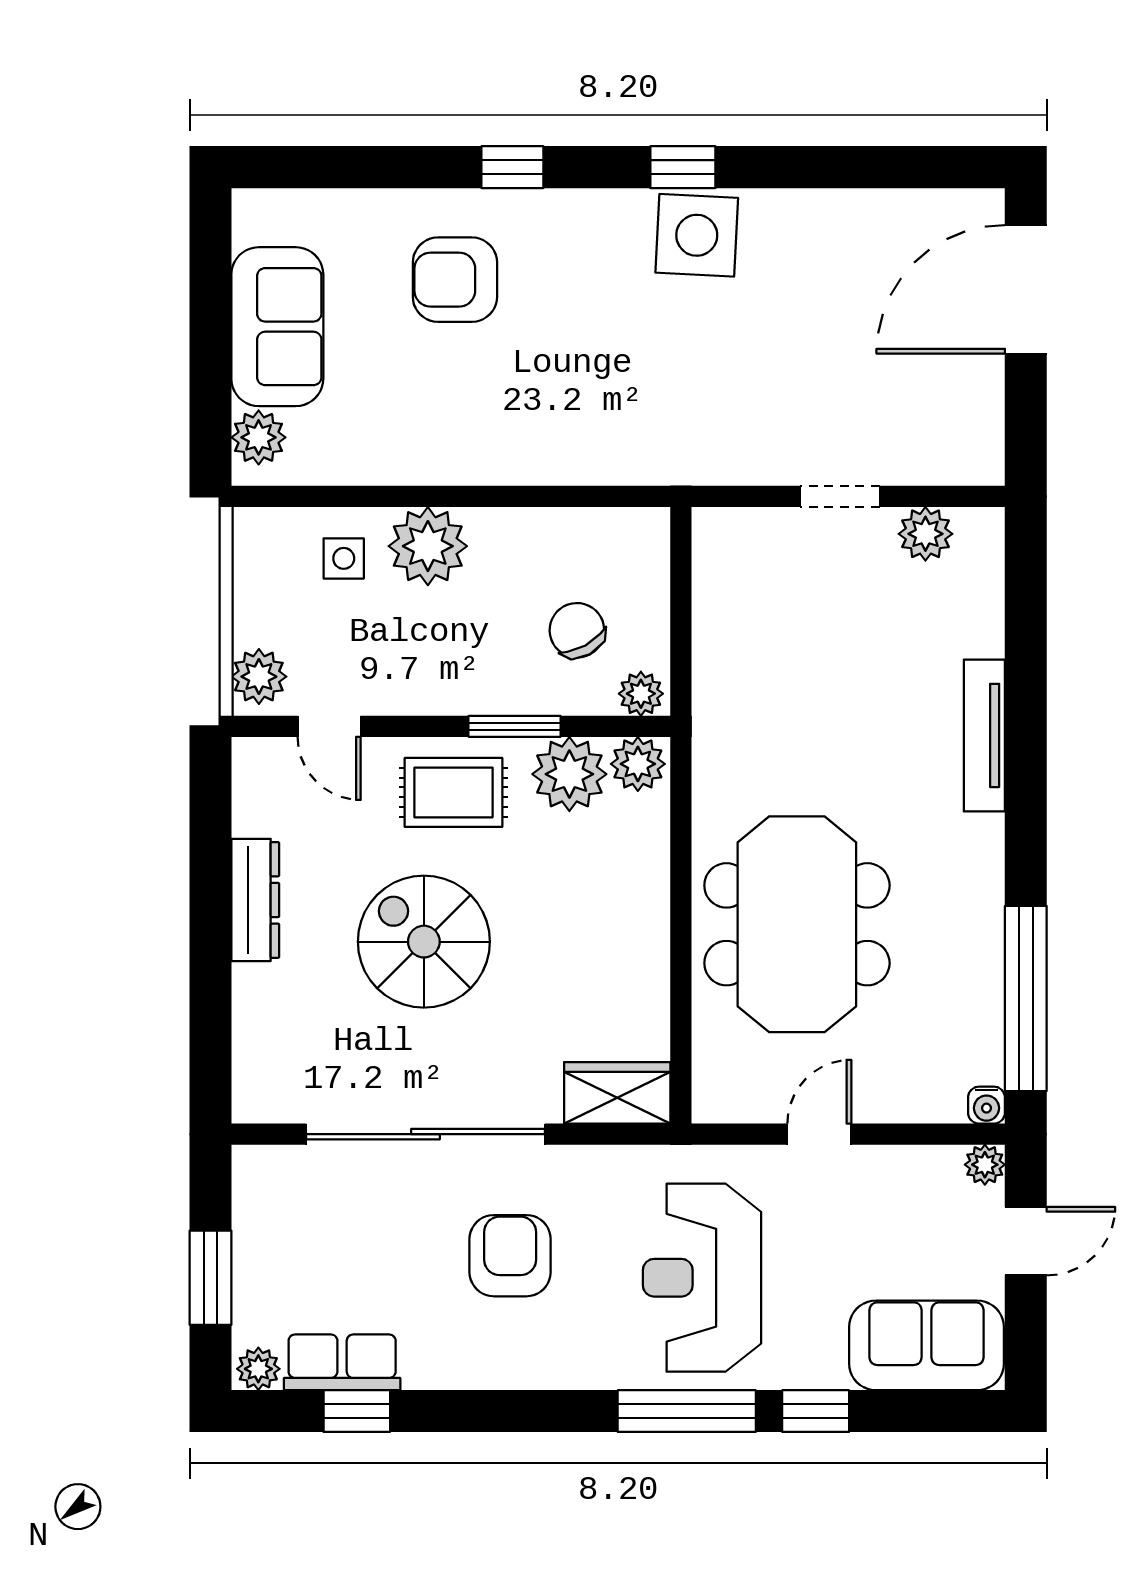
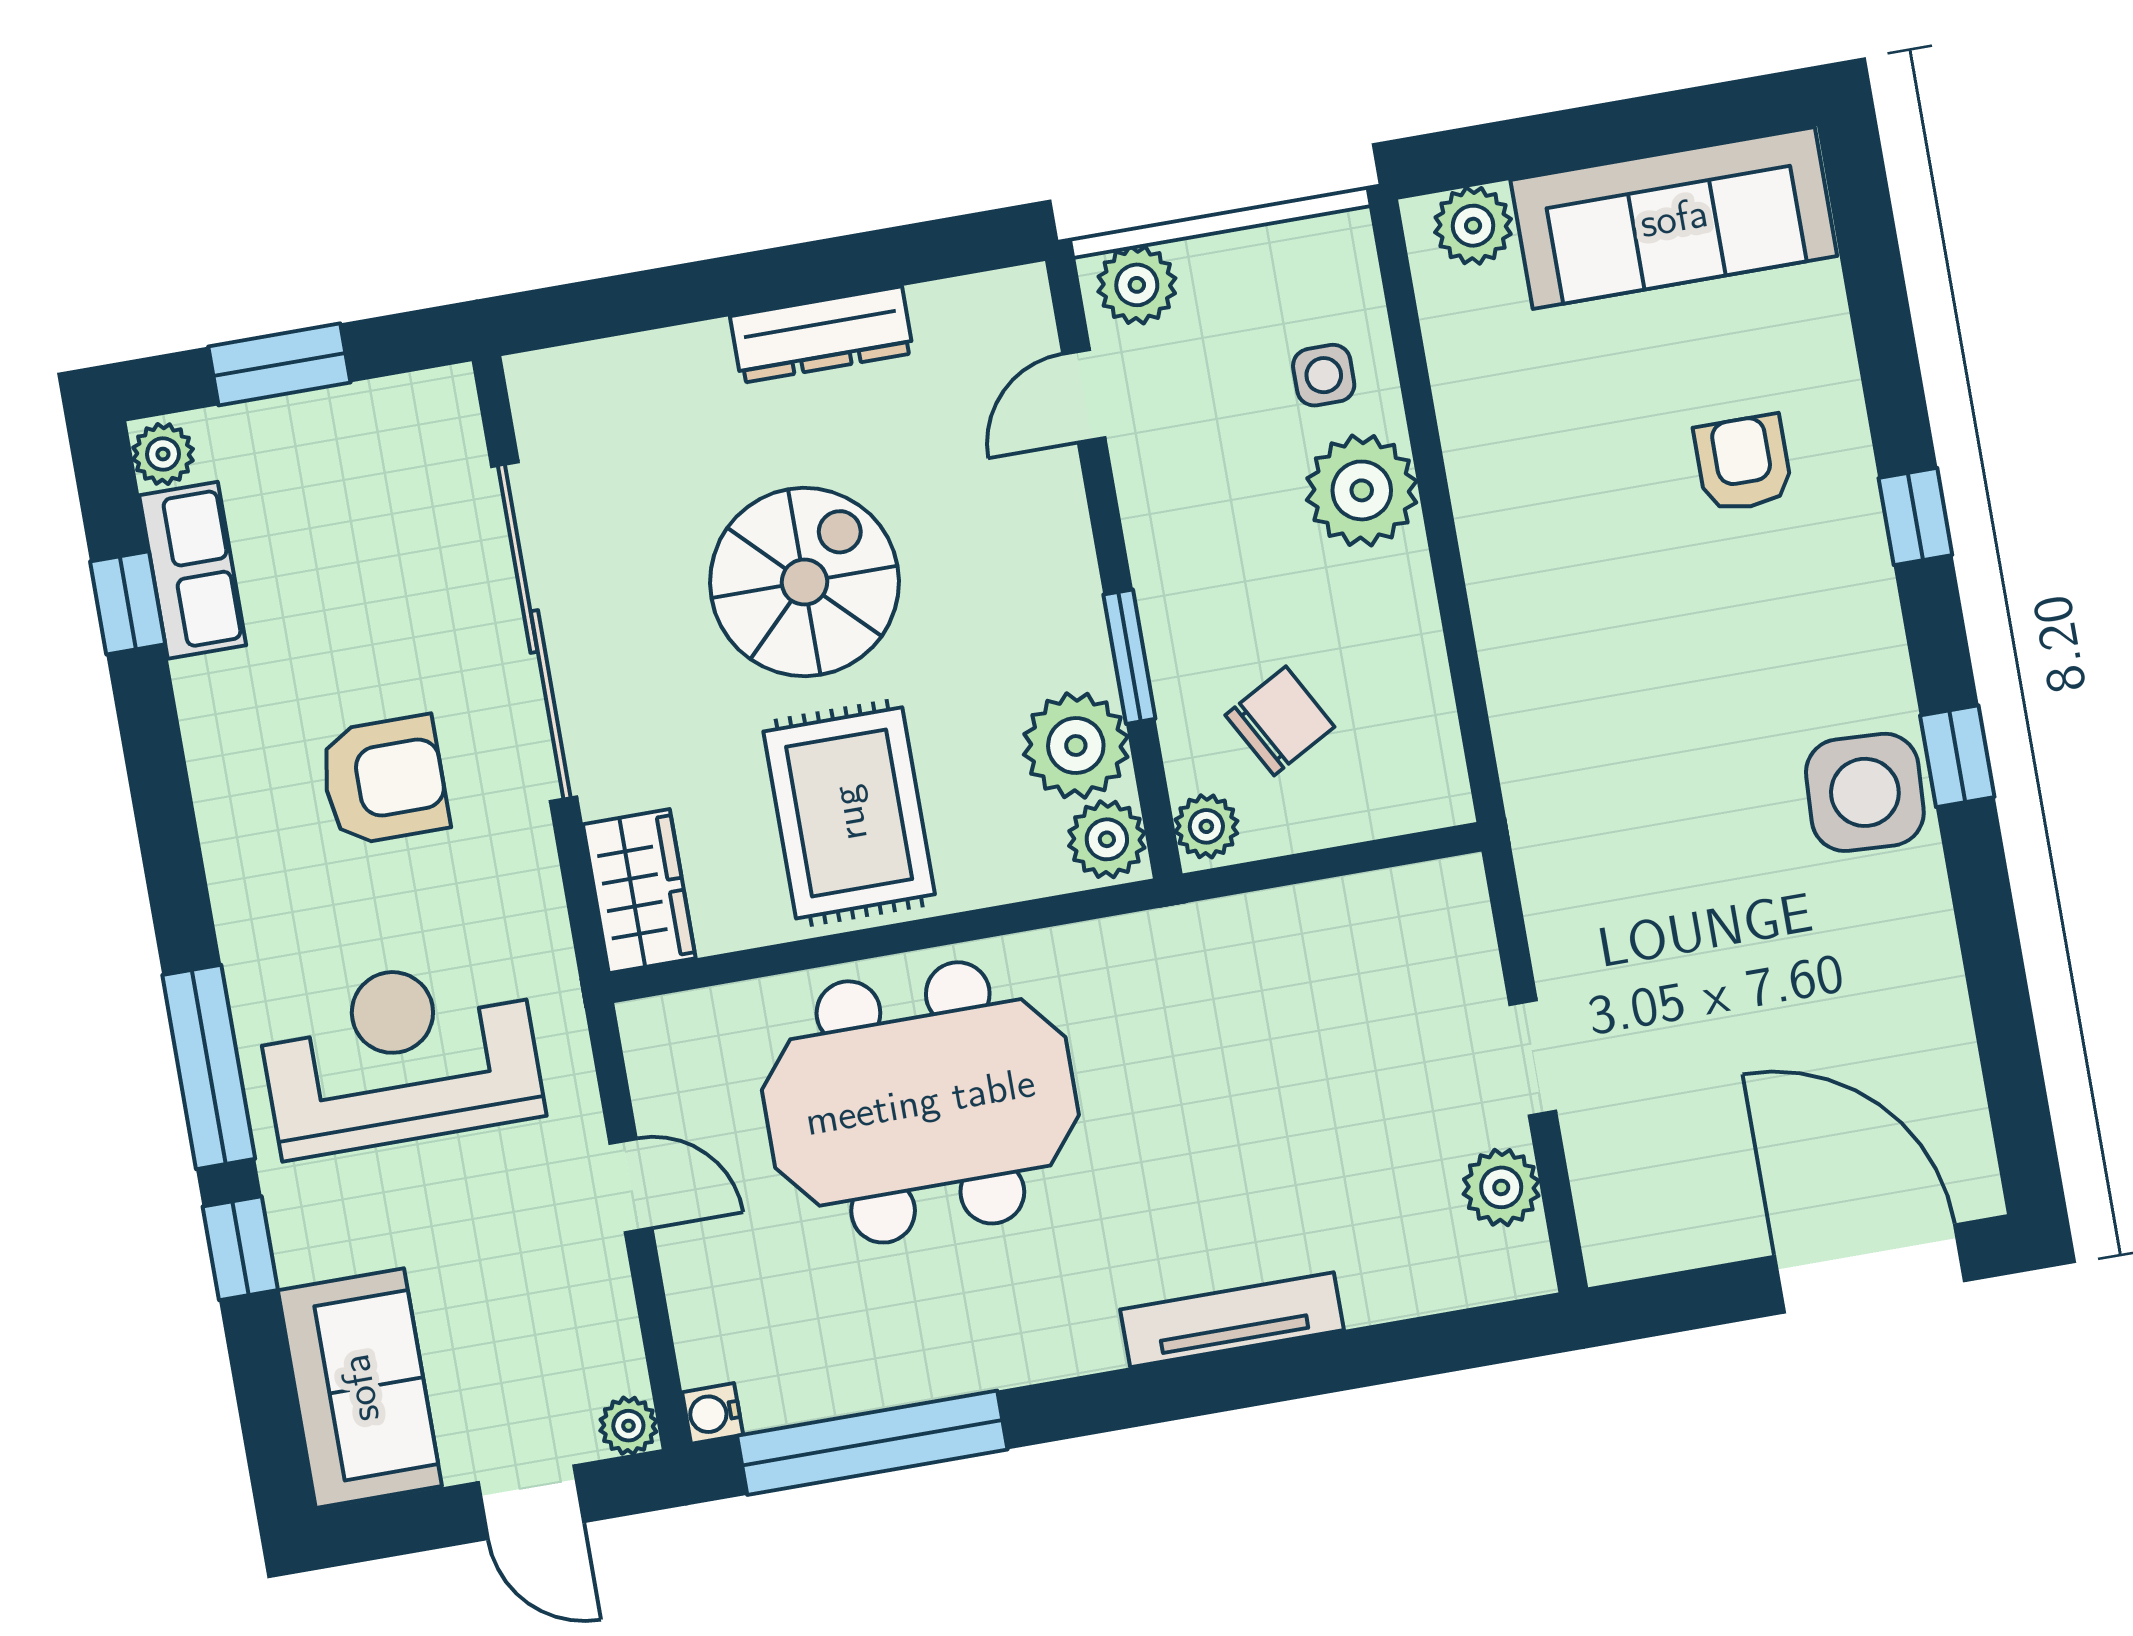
armchair: (455, 280) -> (1743, 463), width x0.72, depth x0.72
sofa: (277, 327) -> (1674, 218), width x1.36
rug: (454, 792) -> (849, 813), moved, width x1.36, depth x1.43

